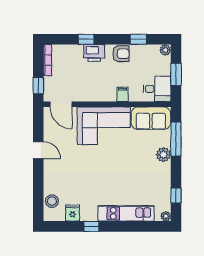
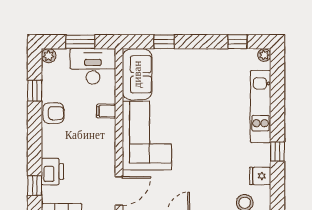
window: (86, 39) -> (35, 186), moved
printer: (94, 53) -> (52, 172), moved
armchair: (121, 54) -> (53, 113), turned 90
desk: (157, 89) -> (93, 66), width x1.37
window: (176, 139) -> (164, 42), width x0.46
plant: (163, 155) -> (184, 58), removed

